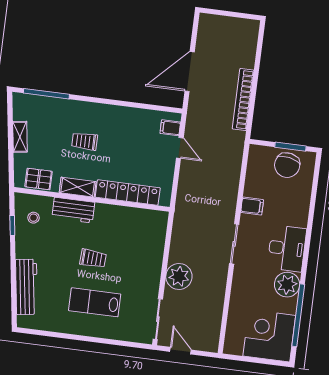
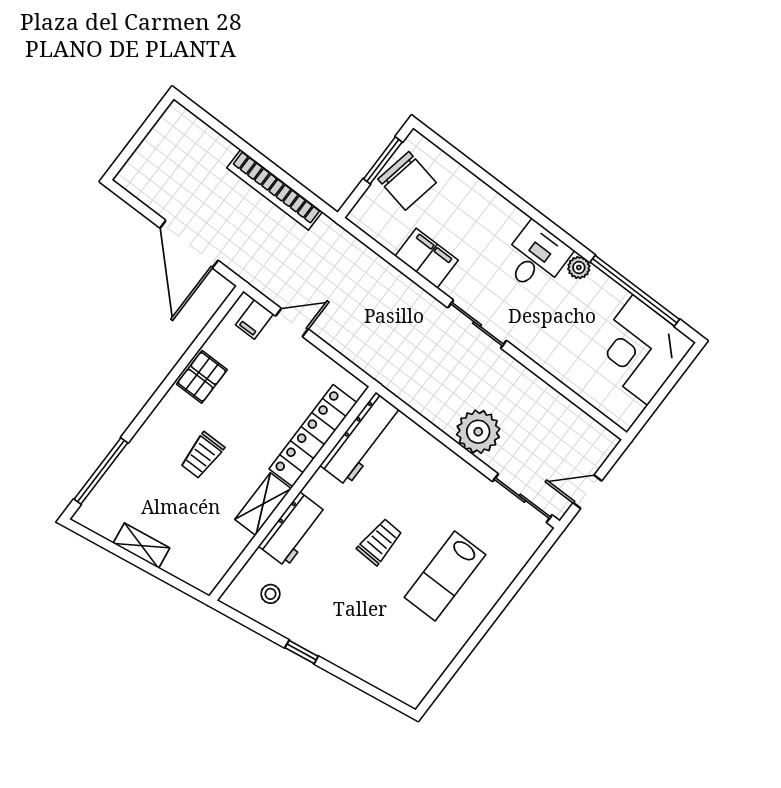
pallet: (39, 179) -> (202, 377), moved
filing cabinet: (252, 206) -> (427, 258), width x2.00
window: (12, 226) -> (302, 652), moved
desk: (287, 248) -> (536, 257), width x0.73
plant: (287, 285) -> (579, 268), width x0.53, depth x0.53
workbench: (26, 287) -> (362, 439), moved, turned 98

